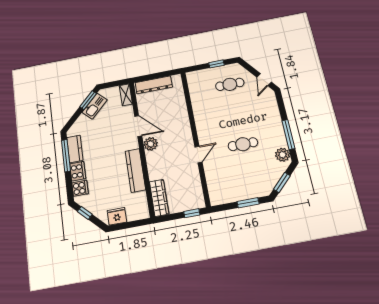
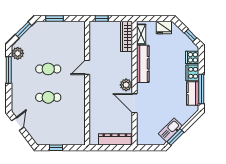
cafe table: (230, 84) -> (48, 97), moved
shelving: (126, 95) -> (141, 34), moved

